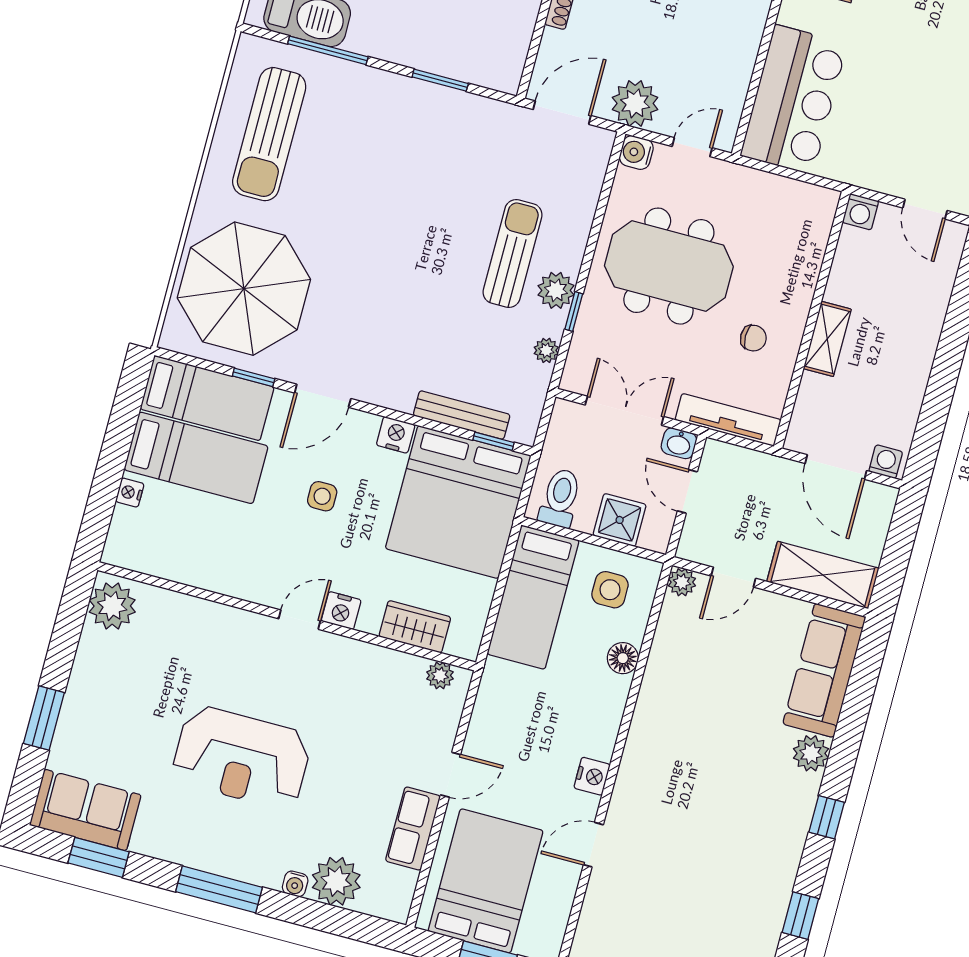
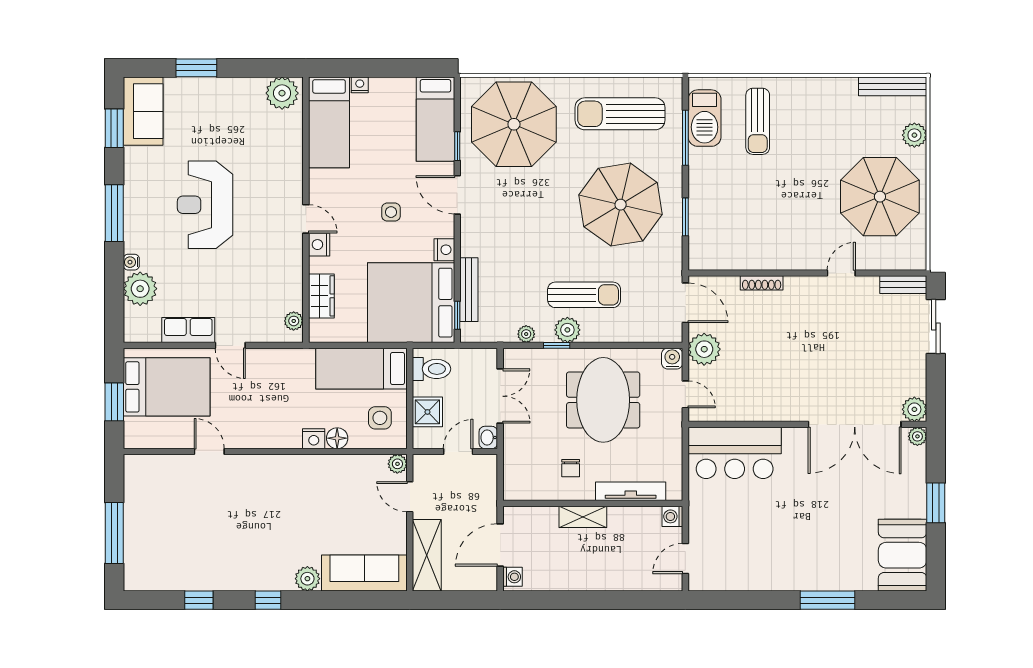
parasol: (398, 168) -> (621, 205), added
tv unit: (728, 420) -> (631, 491), moved, turned -90
bed: (196, 458) -> (329, 122), moved
nightstand: (592, 776) -> (314, 439), moved

